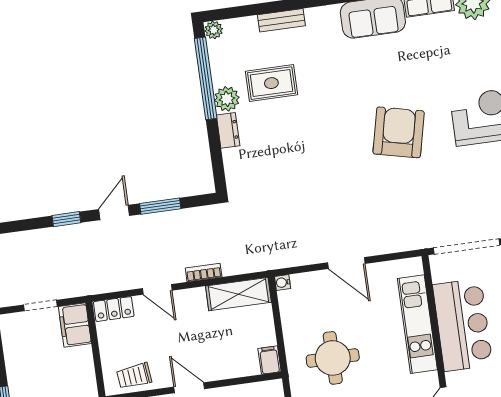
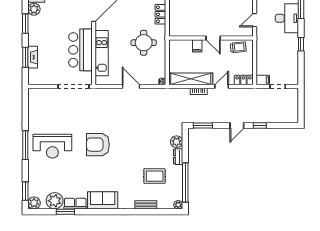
plant: (227, 99) -> (177, 142), moved
armchair: (399, 132) -> (98, 145), turned 77
window: (160, 206) -> (203, 125), moved
door: (157, 289) -> (222, 86), hinge flipped
shelving: (238, 294) -> (191, 79), width x1.47
filing cabinet: (75, 325) -> (263, 80), width x0.50
filing cabinet: (269, 360) -> (197, 46), moved

